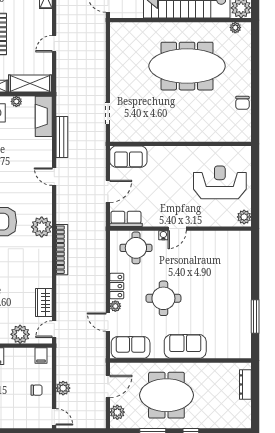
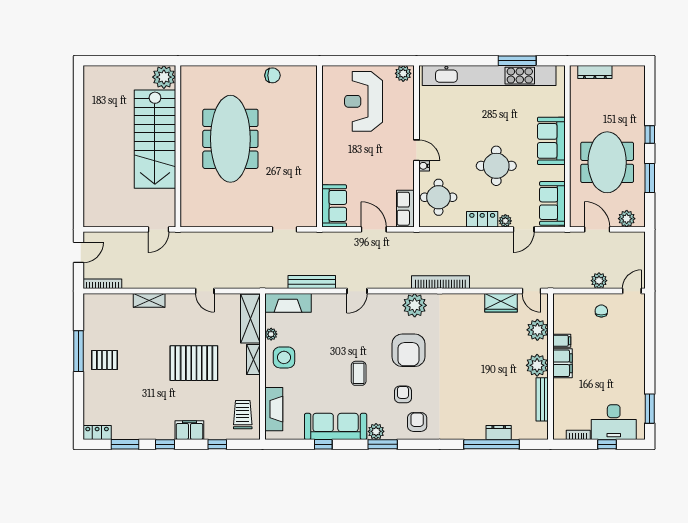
plant: (235, 28) -> (186, 84), removed
kitchen unit: (242, 292) -> (489, 76), added
filing cabinet: (41, 356) -> (562, 341), moved

